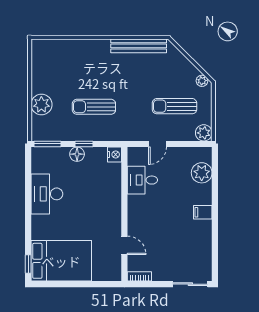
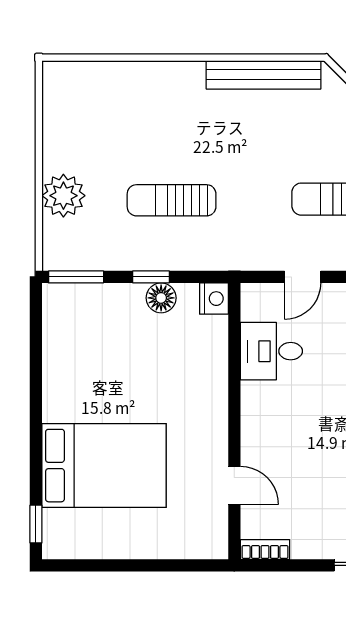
floor lamp: (77, 154) -> (161, 298), moved
desk: (47, 194) -> (74, 380), removed
bed: (61, 261) -> (104, 466), moved

